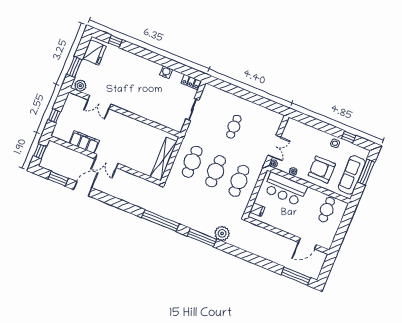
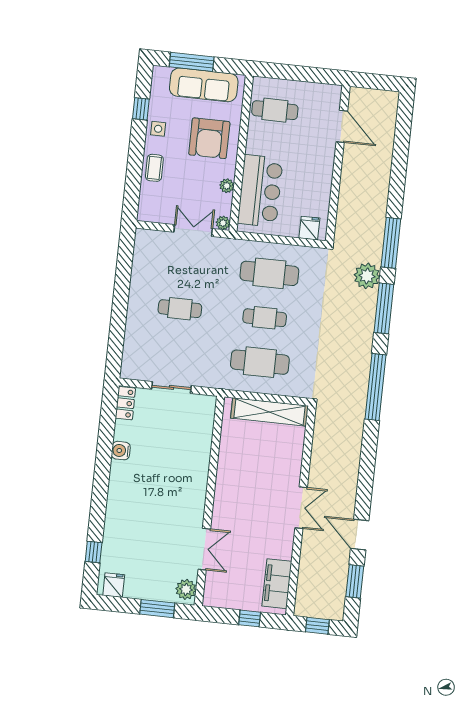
fridge: (94, 52) -> (114, 585), width x0.53, depth x0.75
coffee table: (314, 135) -> (154, 168), added
filing cabinet: (84, 142) -> (277, 584), moved
cafe table: (216, 171) -> (265, 318), width x0.73, depth x0.74
window: (296, 276) -> (391, 243), moved

